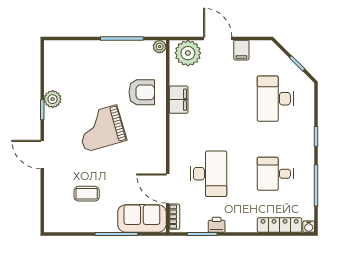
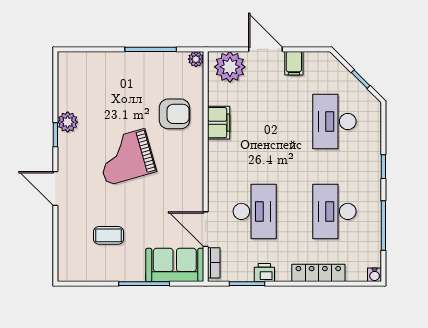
desk: (275, 174) -> (334, 211), width x1.37
locker: (280, 225) -> (318, 273), moved

